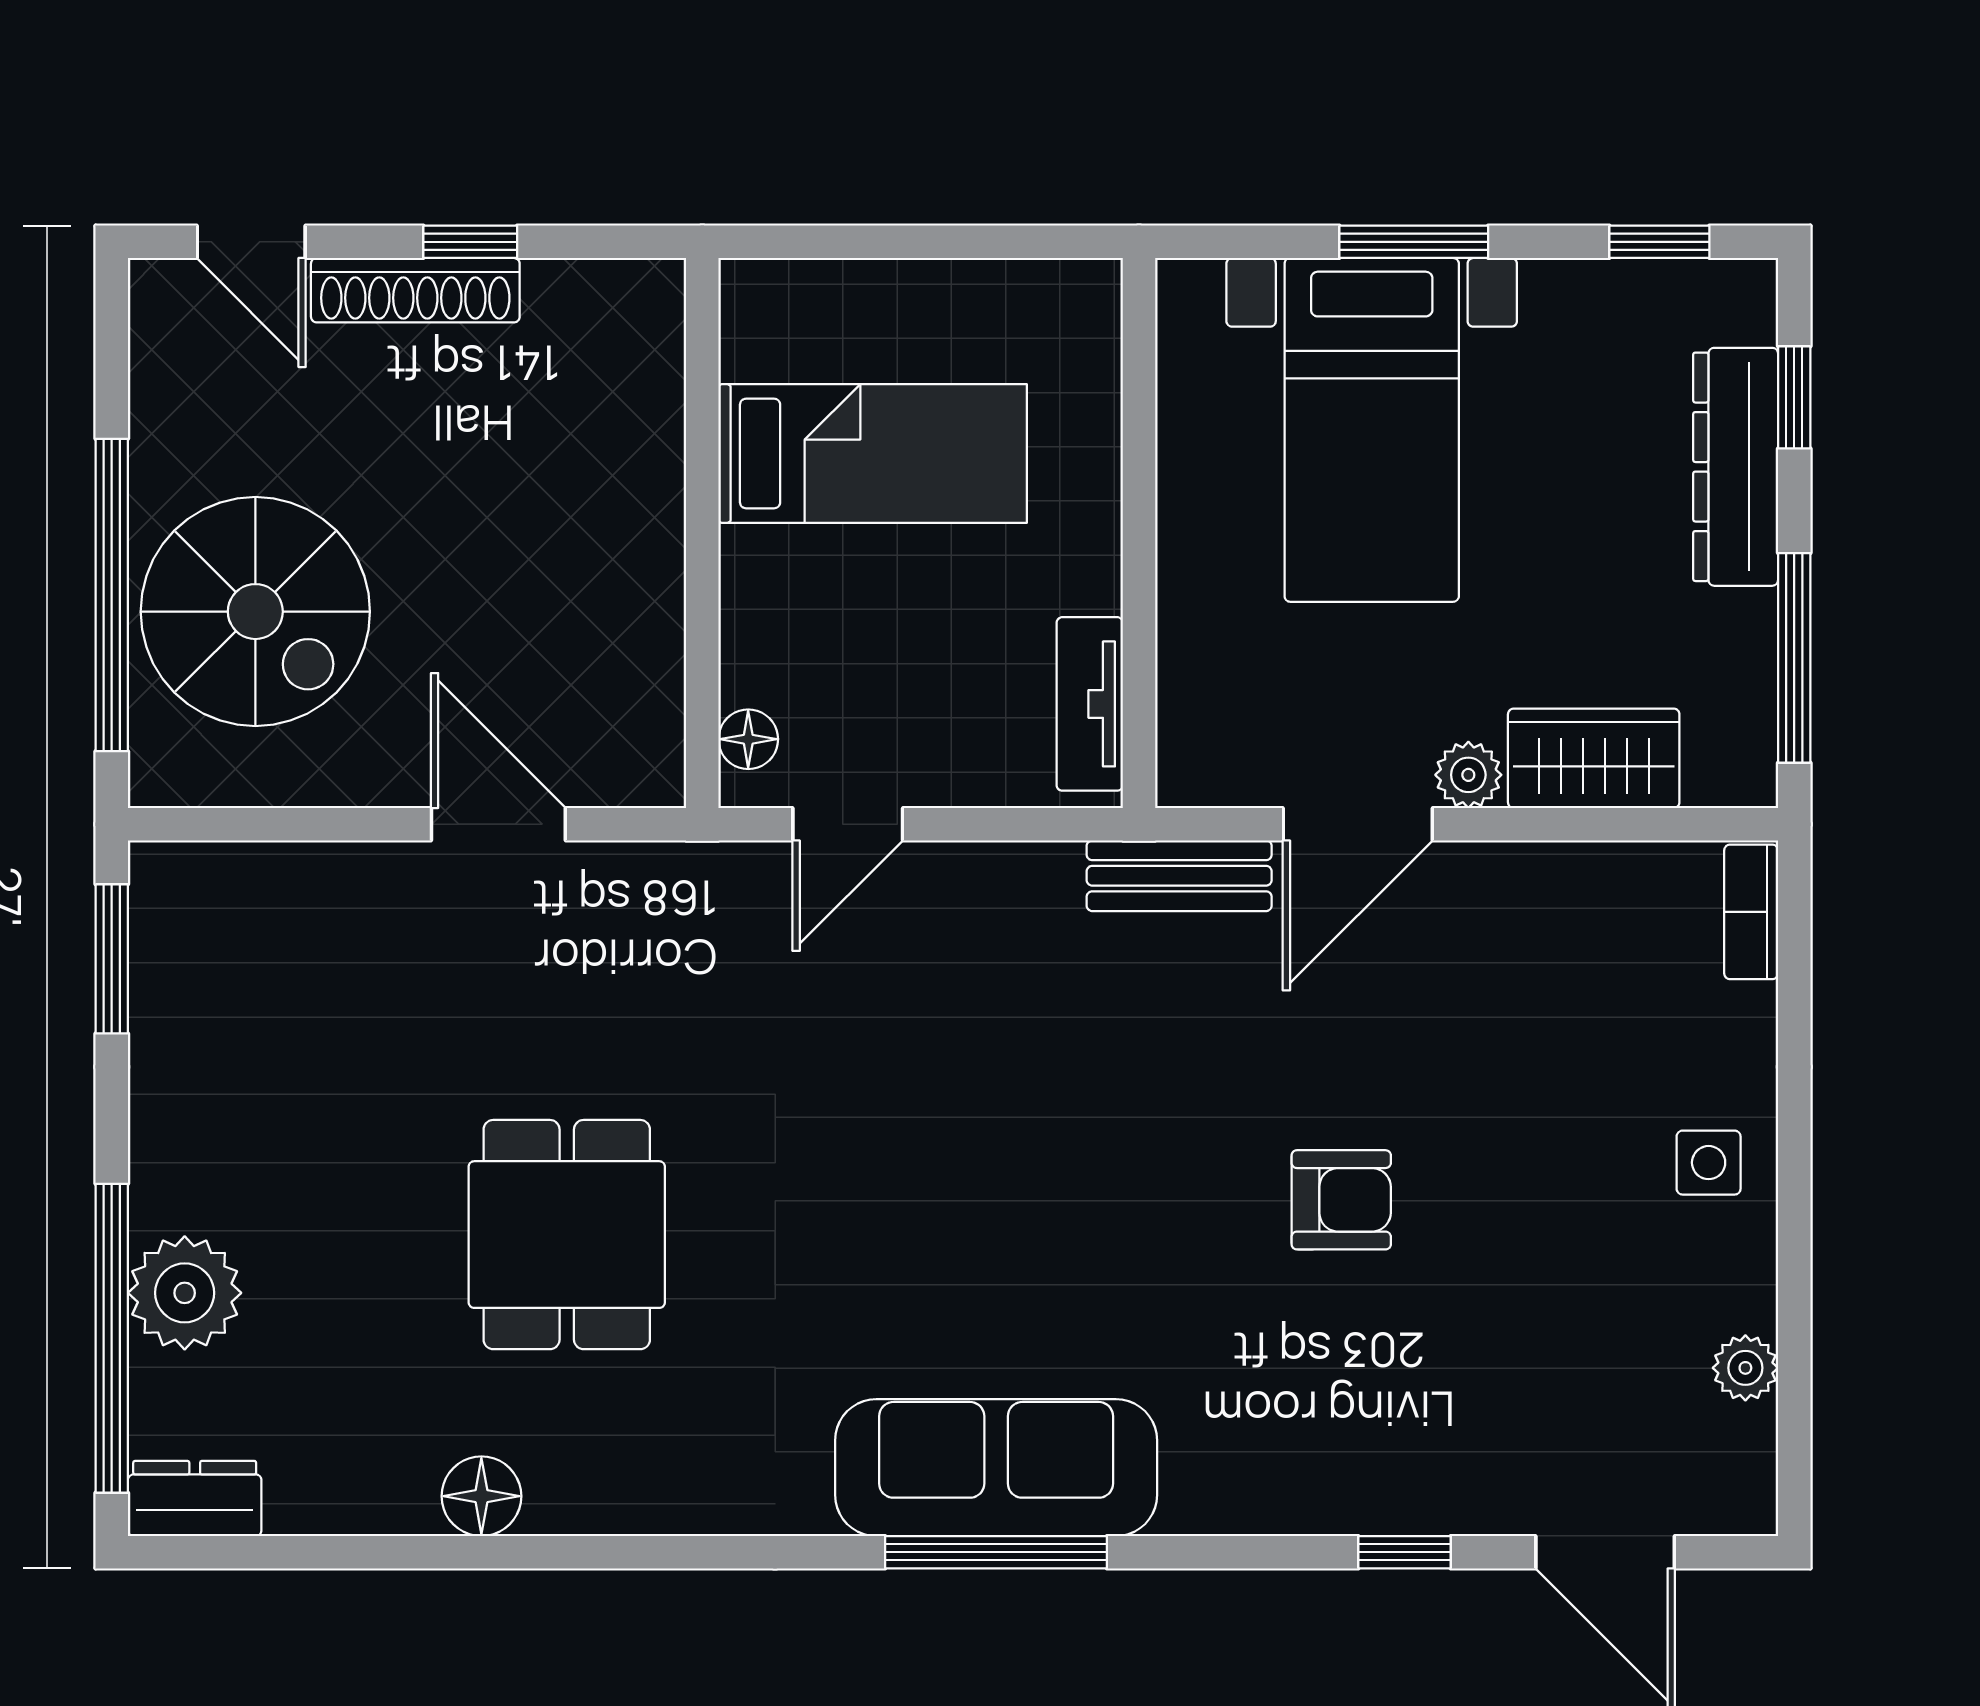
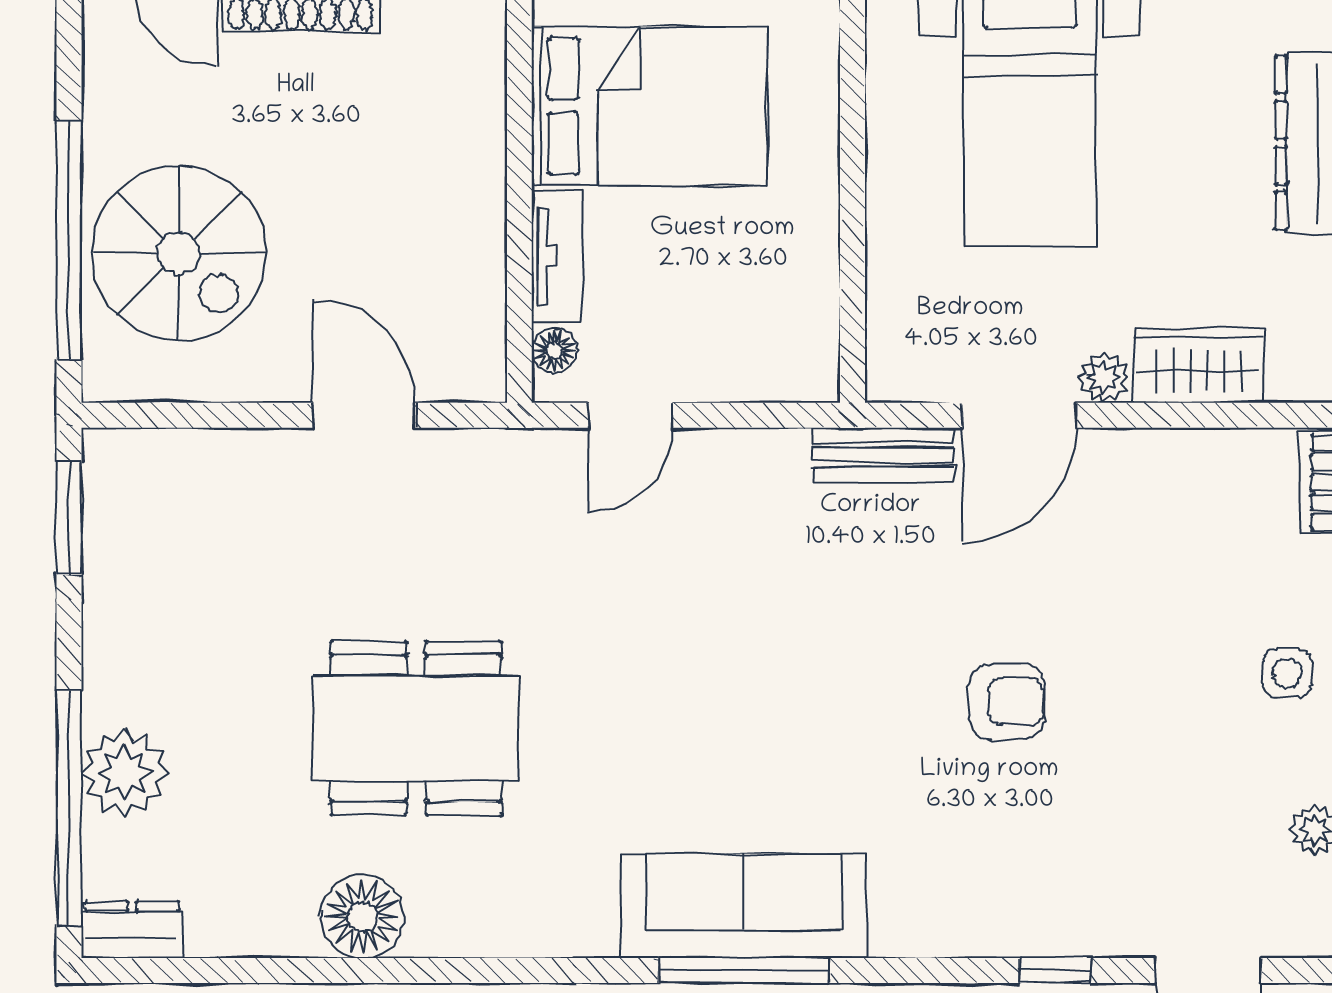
bed: (873, 453) -> (649, 106), width x1.50
tv unit: (1090, 704) -> (557, 257), moved, turned 180
dining table: (567, 1235) -> (416, 728), width x1.38
floor lamp: (481, 1496) -> (362, 916), width x1.38, depth x1.38

